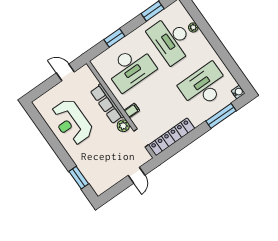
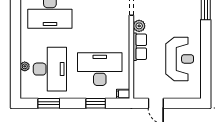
row of seats: (107, 104) -> (140, 47), width x0.68
filing cabinet: (132, 110) -> (123, 94), moved

